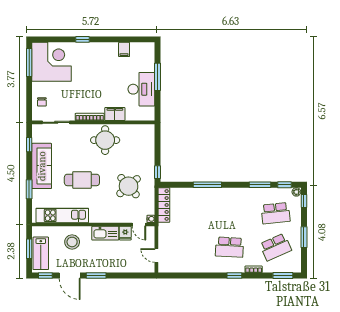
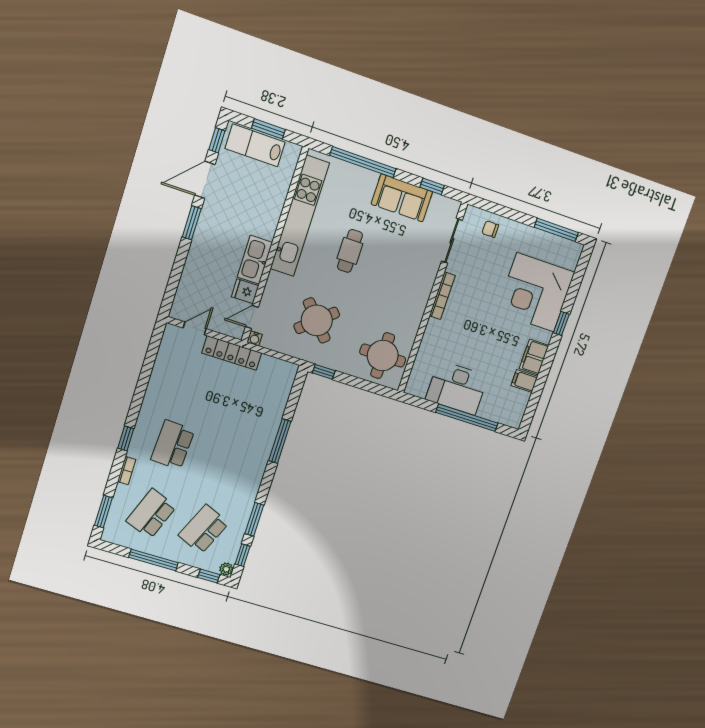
corner desk: (52, 62) -> (535, 292), moved, turned 90
window: (157, 77) -> (467, 418), width x1.46
filing cabinet: (115, 114) -> (534, 357), moved, turned 180
round table: (105, 140) -> (383, 356), moved
sofa: (42, 166) -> (402, 198), width x0.73
cafe table: (82, 180) -> (350, 251), width x0.73, depth x0.74
window: (29, 189) -> (363, 162), width x2.11
locker: (164, 205) -> (232, 353), moved
school desk: (276, 213) -> (204, 529), turned 30
kitchen unit: (62, 215) -> (300, 216), width x1.36
window: (304, 237) -> (153, 560), width x1.44
stool: (72, 242) -> (258, 202), removed
school desk: (276, 247) -> (151, 514), turned 45

